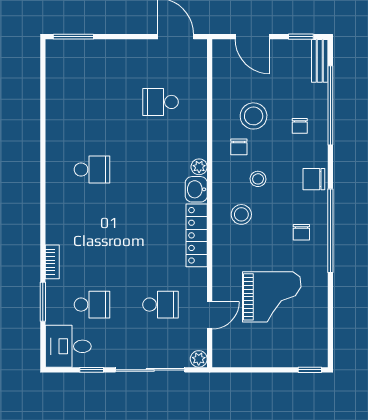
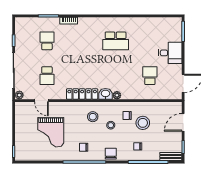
school desk: (92, 170) -> (116, 41), width x1.85
school desk: (92, 305) -> (47, 41), turned 180
desk: (68, 346) -> (170, 53), moved, turned 90

